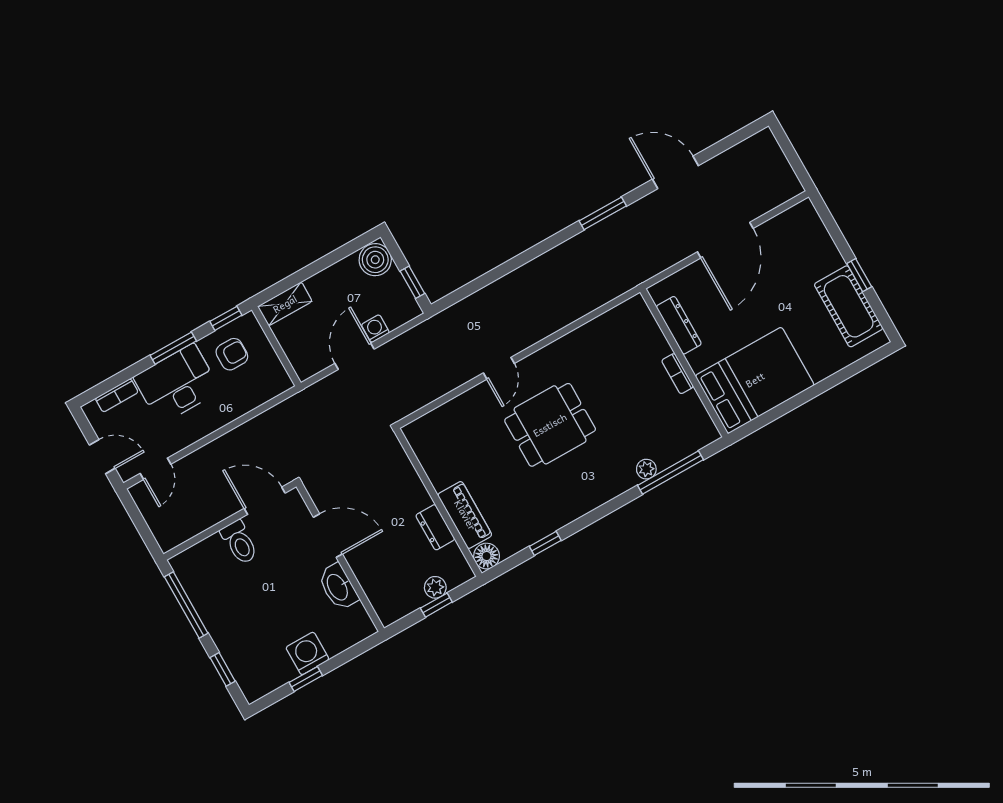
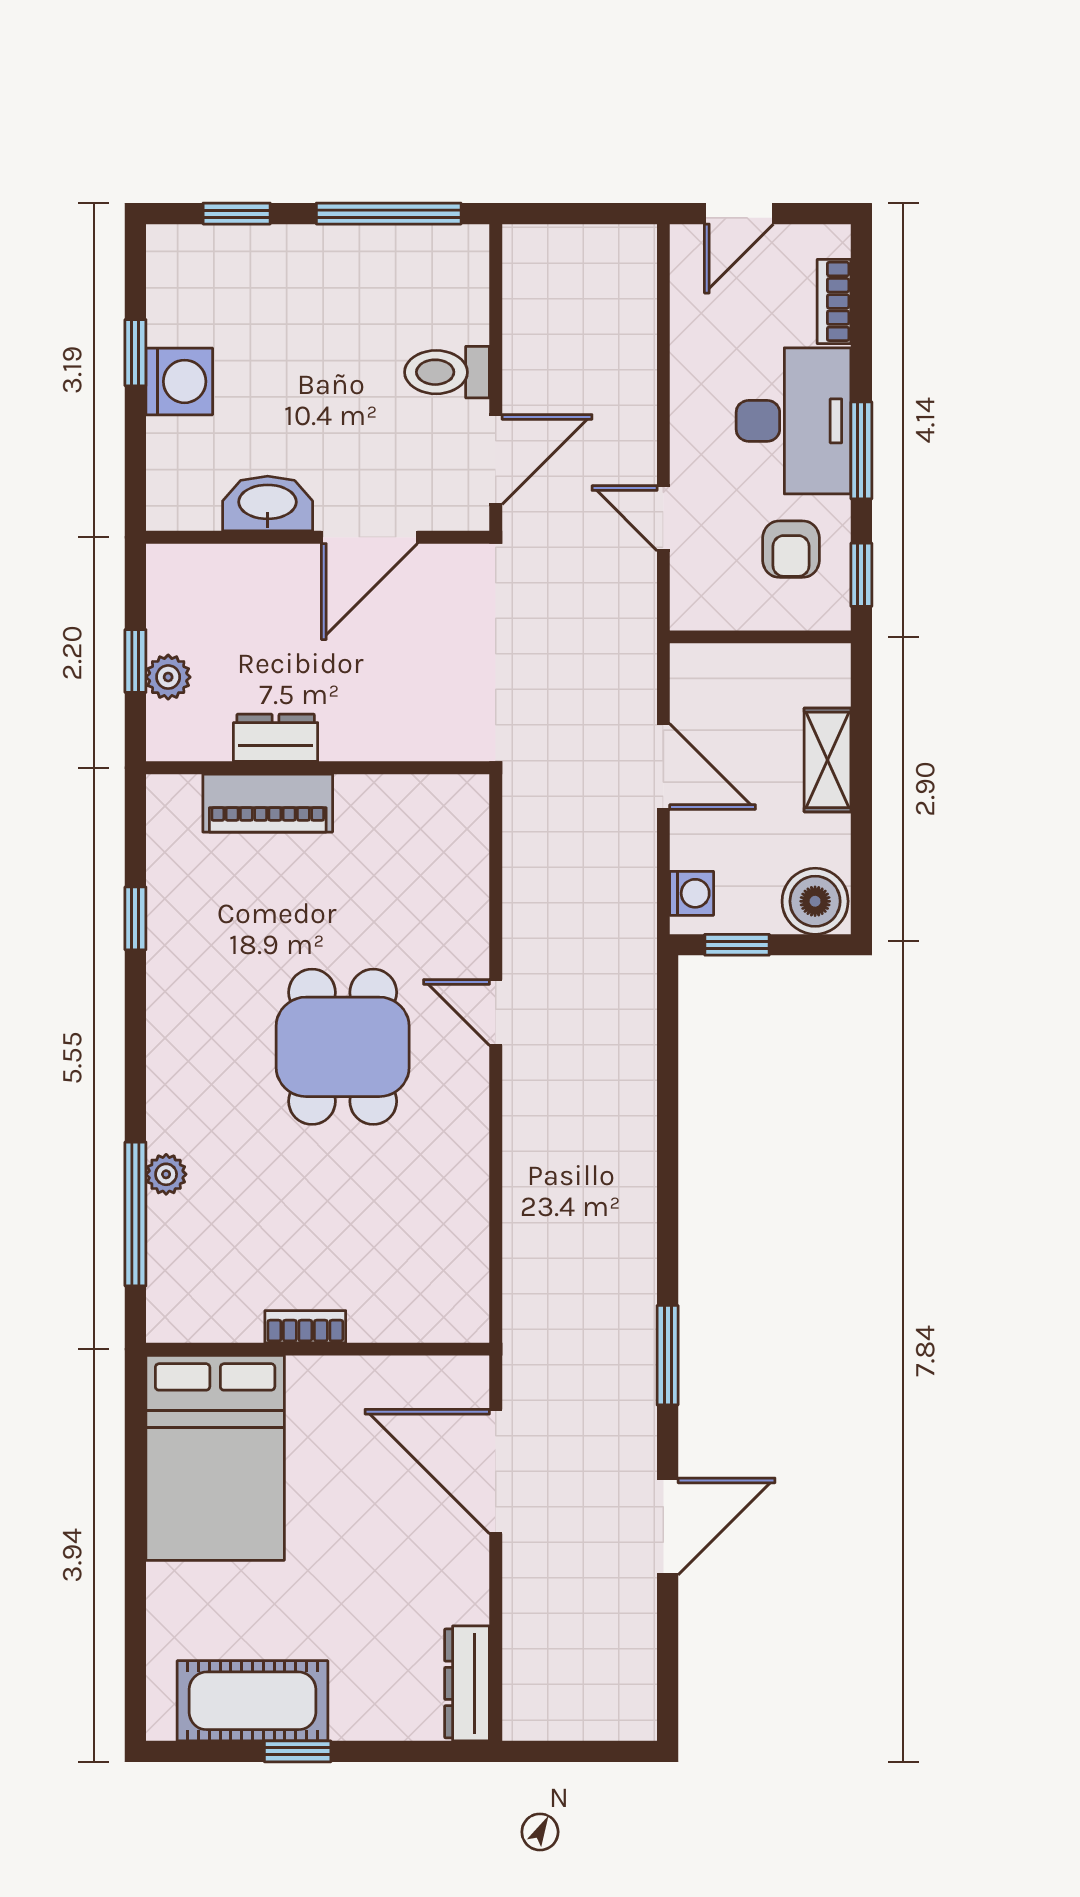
door: (725, 240) -> (496, 1472), moved
shelving: (285, 304) -> (828, 760), moved
dresser: (679, 325) -> (467, 1683), moved, turned 90
washing machine: (375, 329) -> (692, 893), moved
door: (155, 469) -> (663, 518), moved
floor lamp: (487, 556) -> (172, 800), removed

